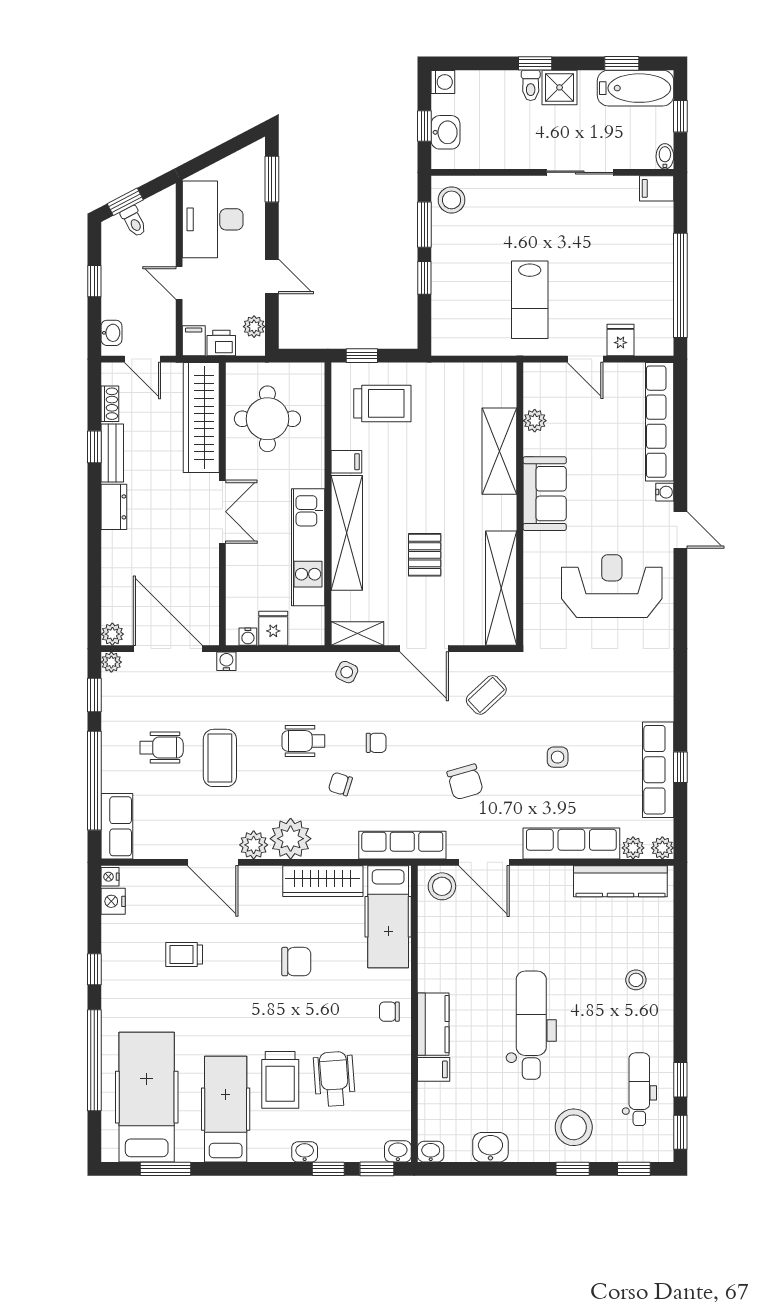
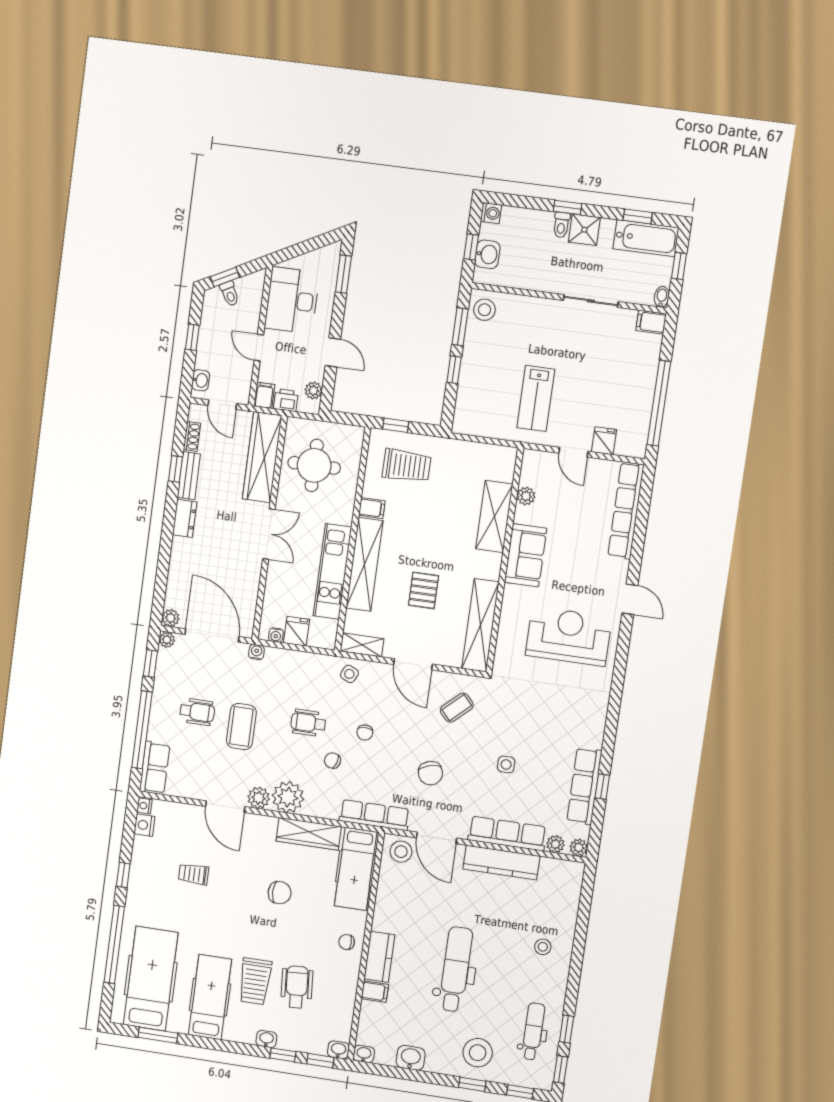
water cooler: (665, 492) -> (622, 567), removed
chair: (376, 743) -> (365, 732), turned 90
kitchen counter: (620, 881) -> (501, 863), moved

